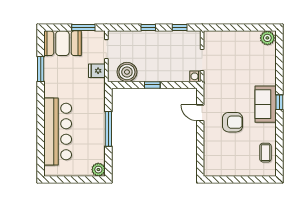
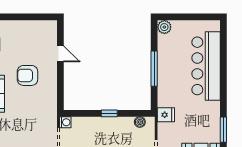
fridge: (97, 71) -> (166, 115), moved
boiler: (127, 72) -> (140, 122), width x0.54, depth x0.54
door: (200, 113) -> (60, 54), moved

